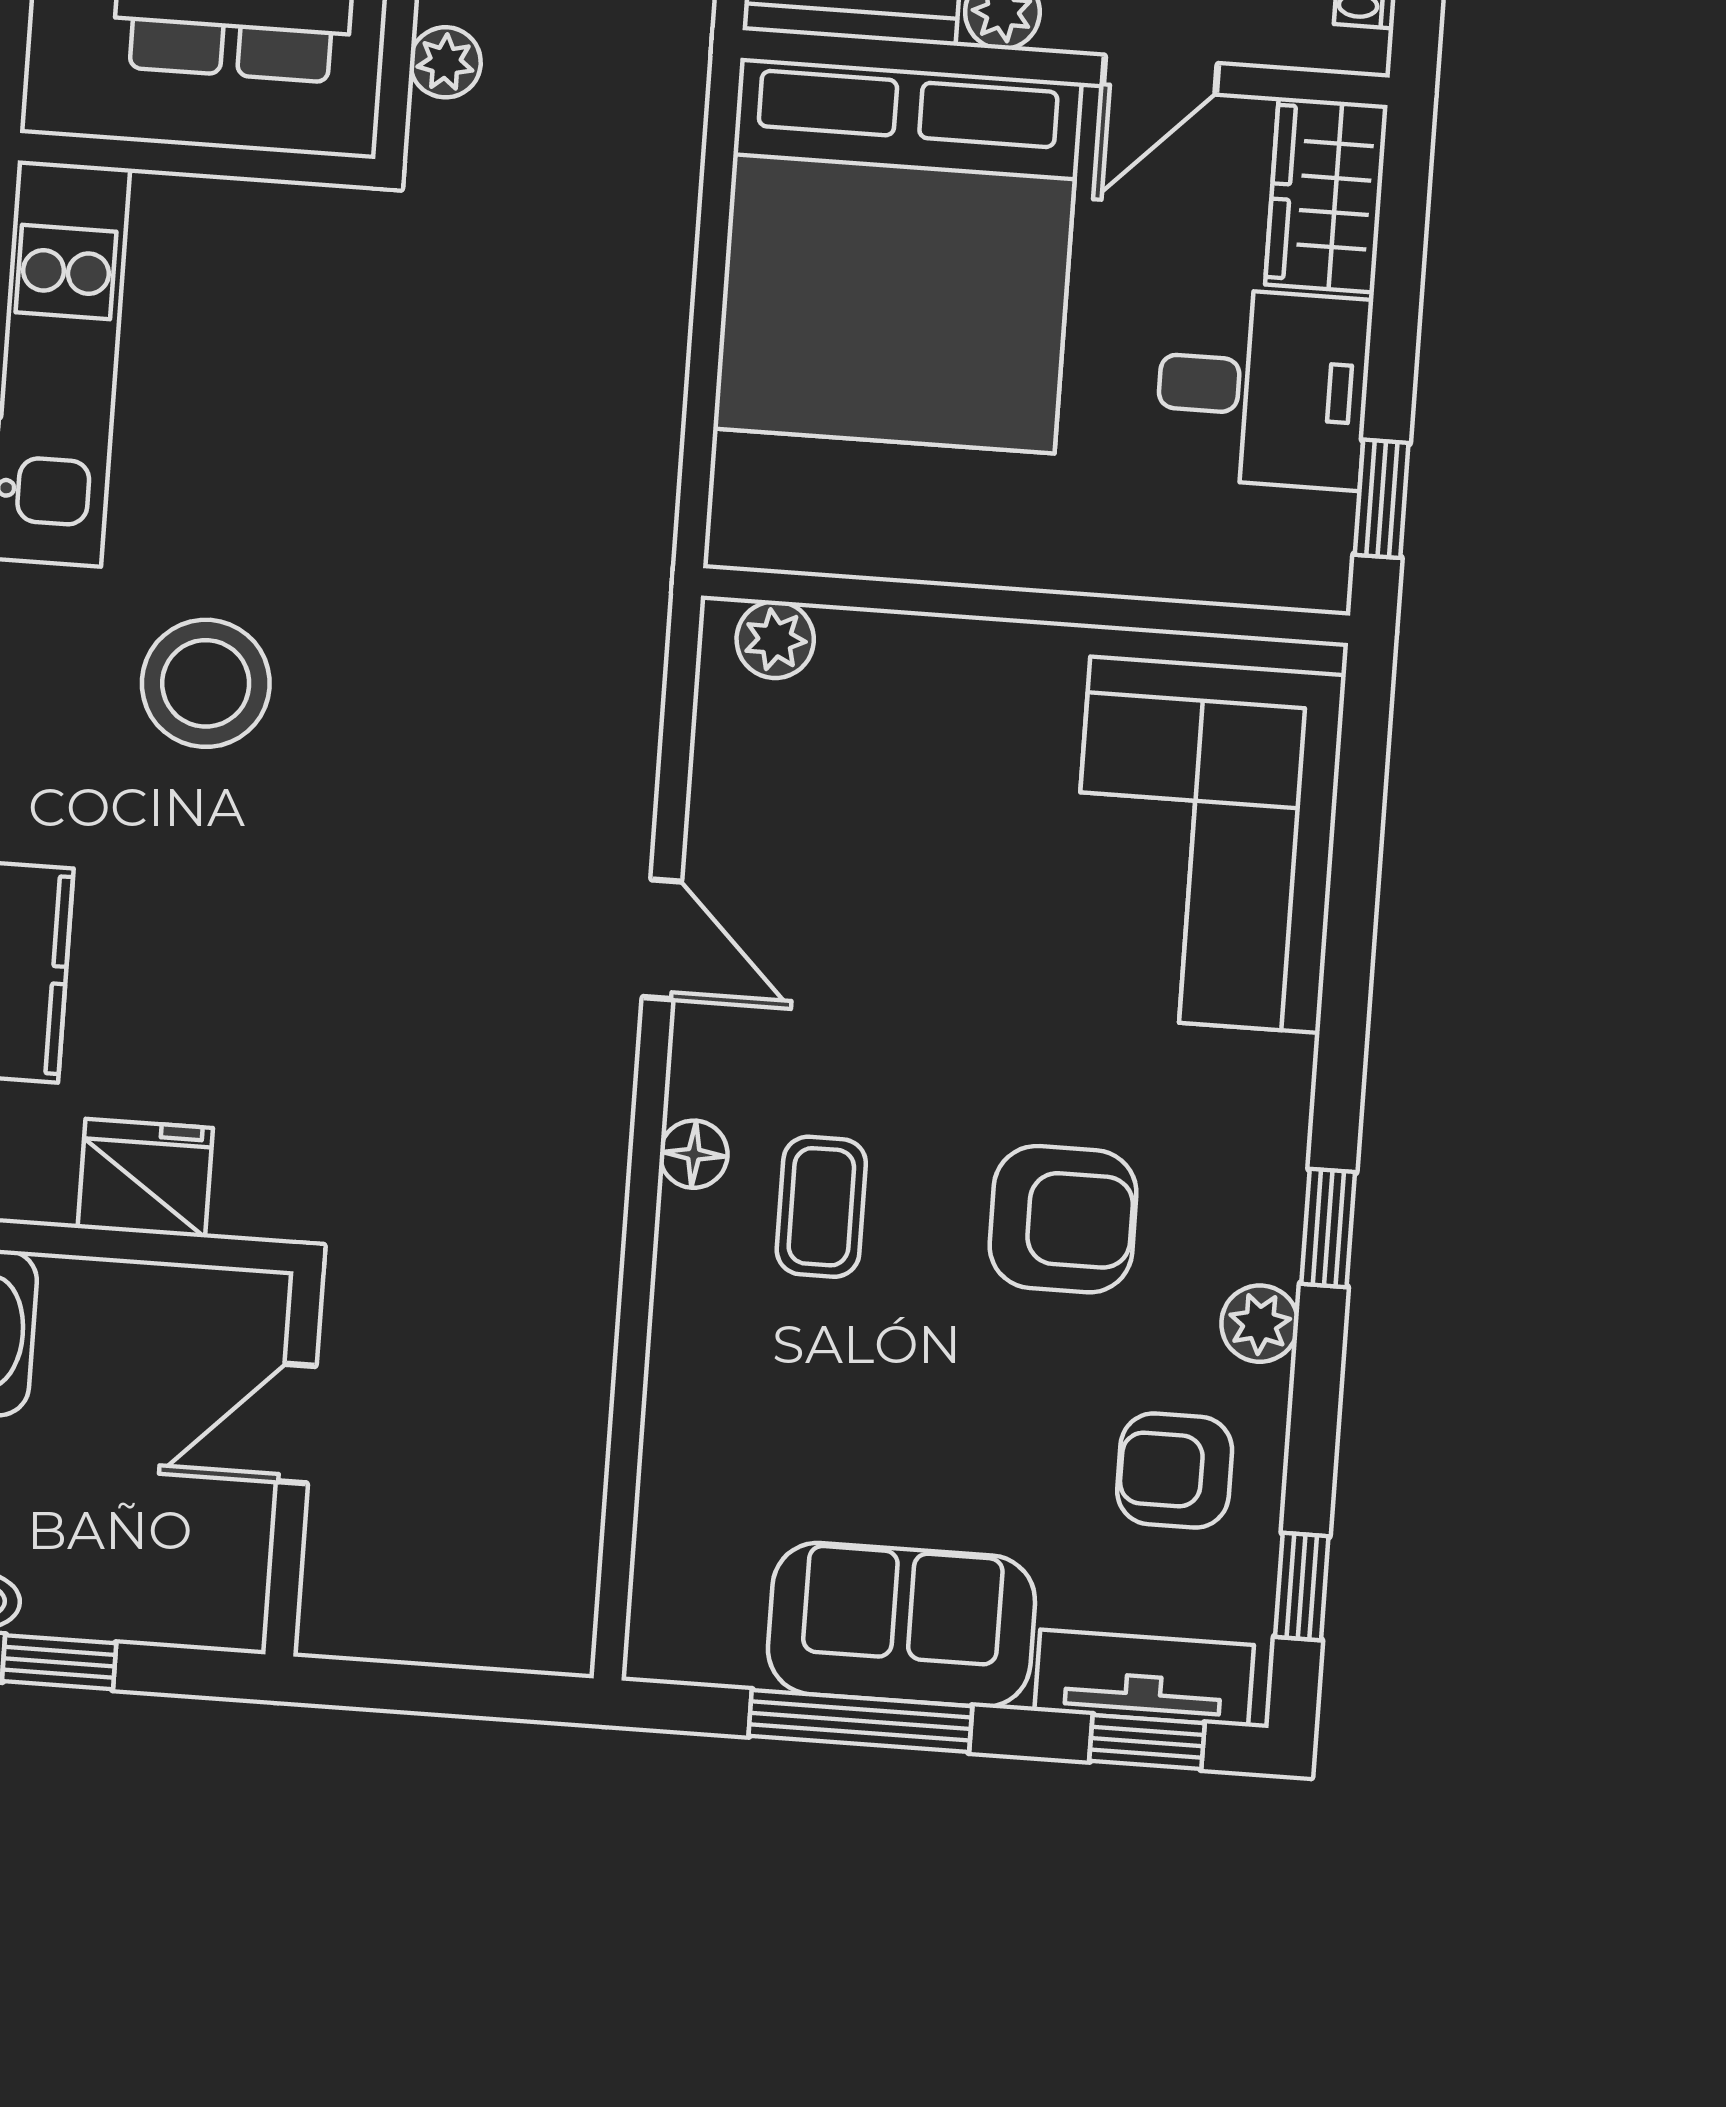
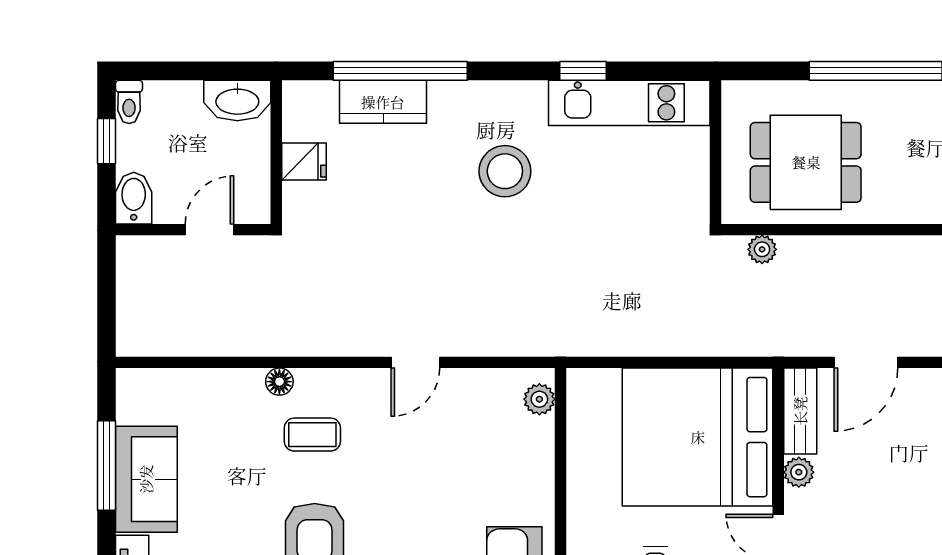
floor lamp: (694, 1154) -> (279, 382), moved
fridge: (145, 1178) -> (304, 161), width x0.72
door: (296, 1424) -> (210, 230), hinge flipped
bidet: (205, 1605) -> (134, 198), added

